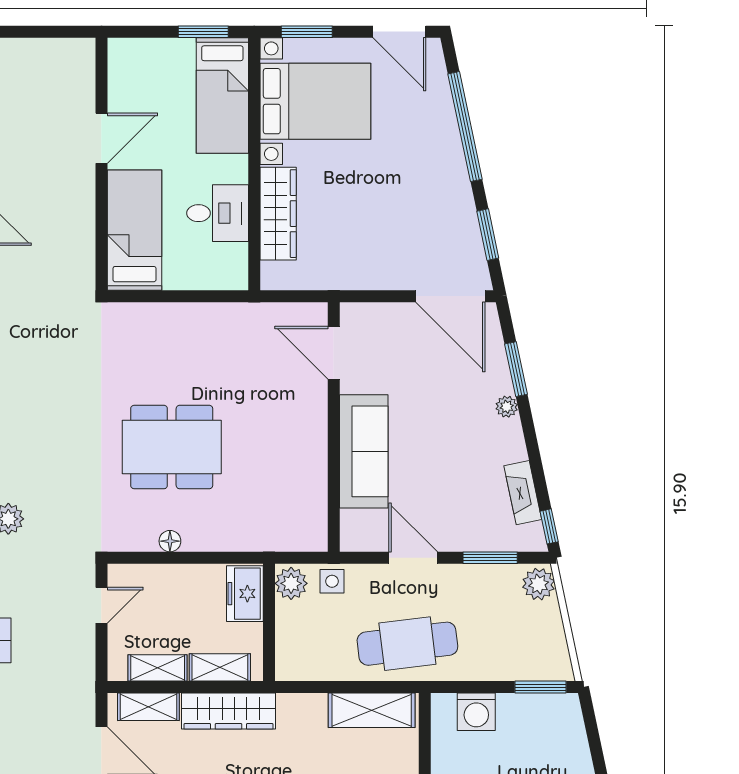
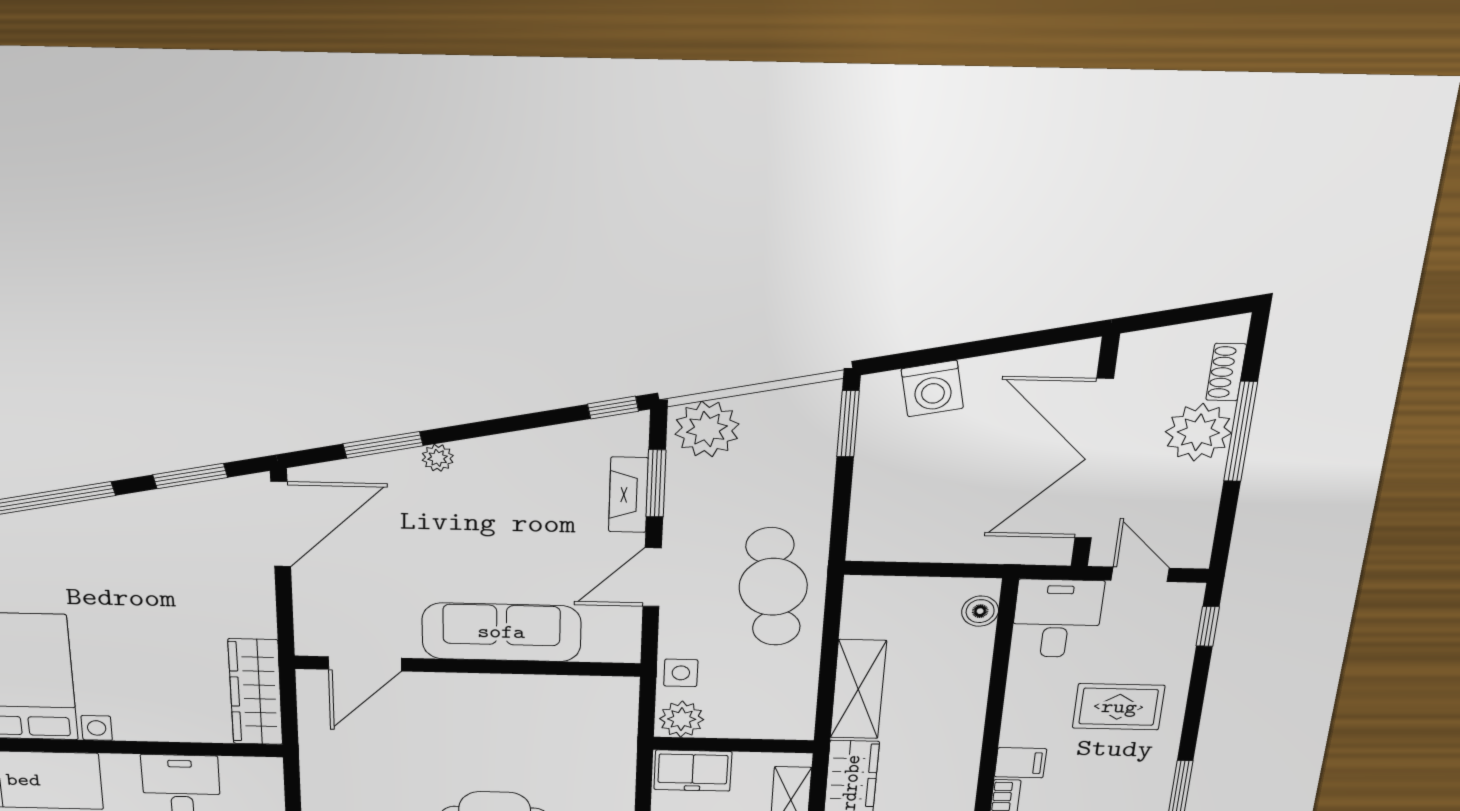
wardrobe: (278, 214) -> (255, 692), moved, turned -90
fireplace: (523, 493) -> (628, 495), moved, turned 102
plant: (539, 584) -> (707, 429), width x1.36, depth x1.36
shelving: (372, 710) -> (858, 689), moved
washing machine: (476, 712) -> (932, 389), moved, turned 78

